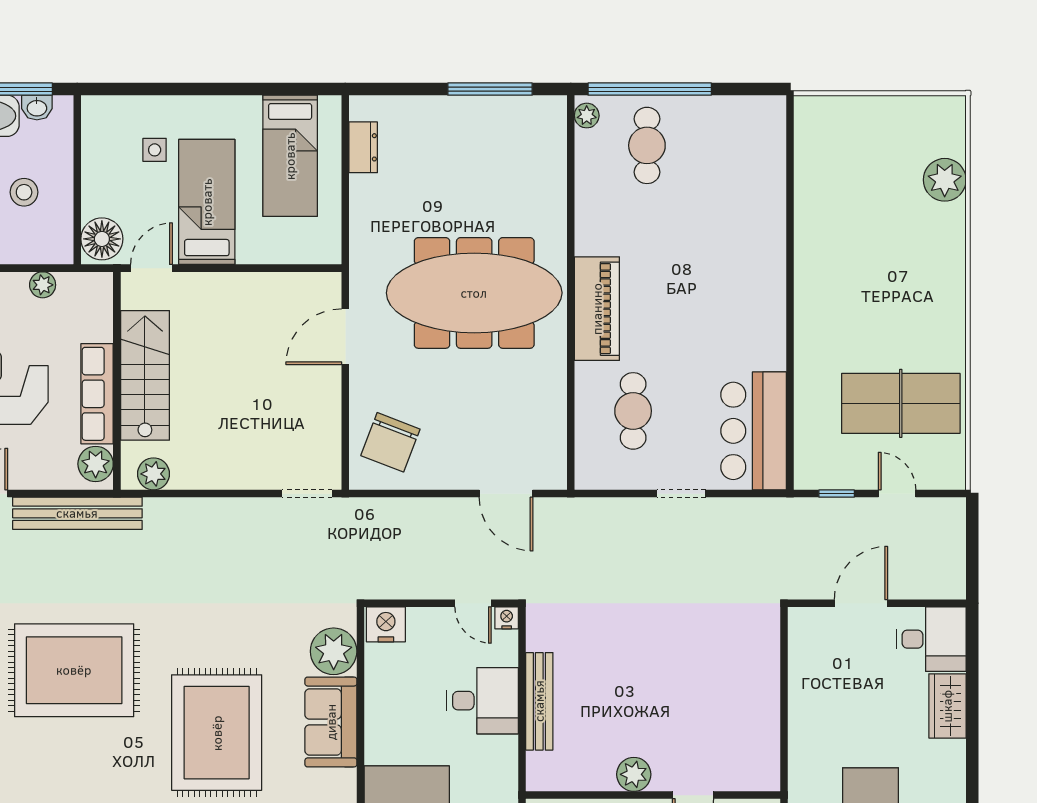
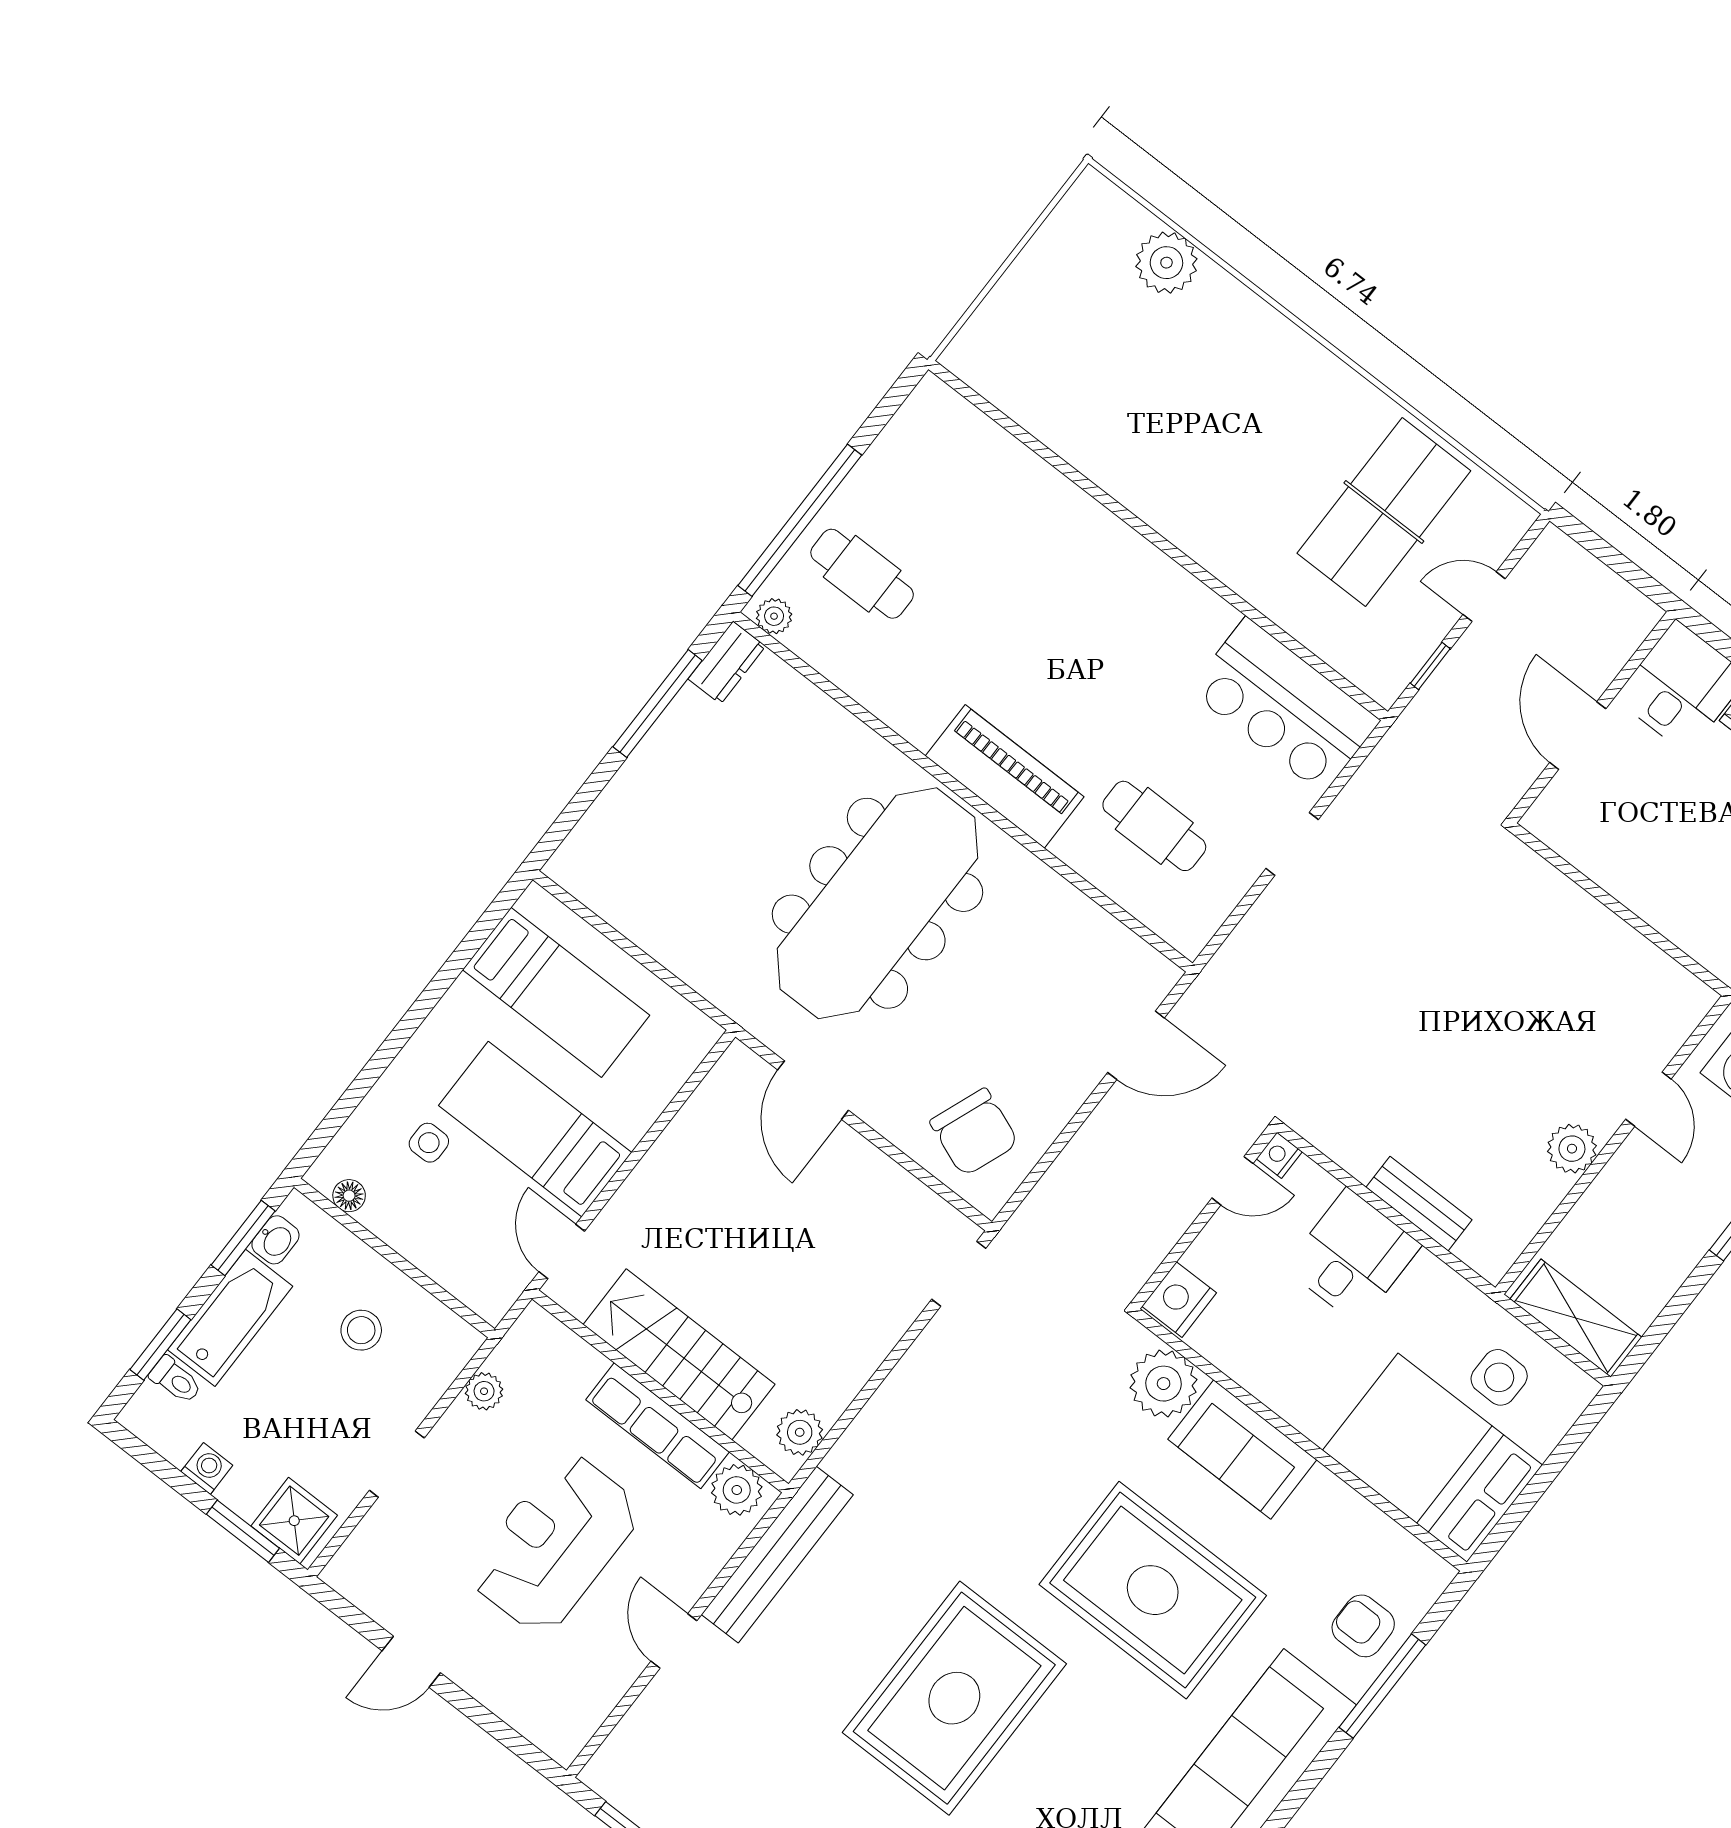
dresser: (363, 147) -> (727, 663), moved, turned 90
floor lamp: (102, 239) -> (349, 1196), moved, width x0.53, depth x0.53
bench: (539, 701) -> (1419, 1204), width x0.73

